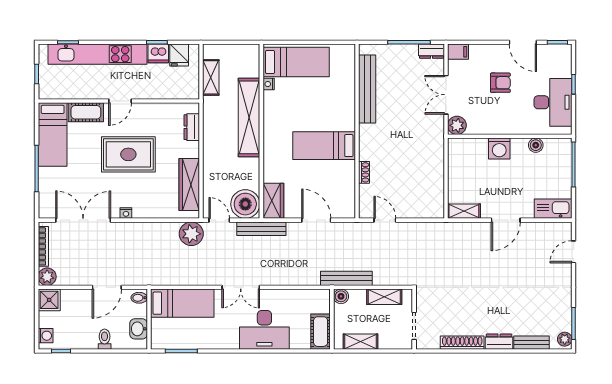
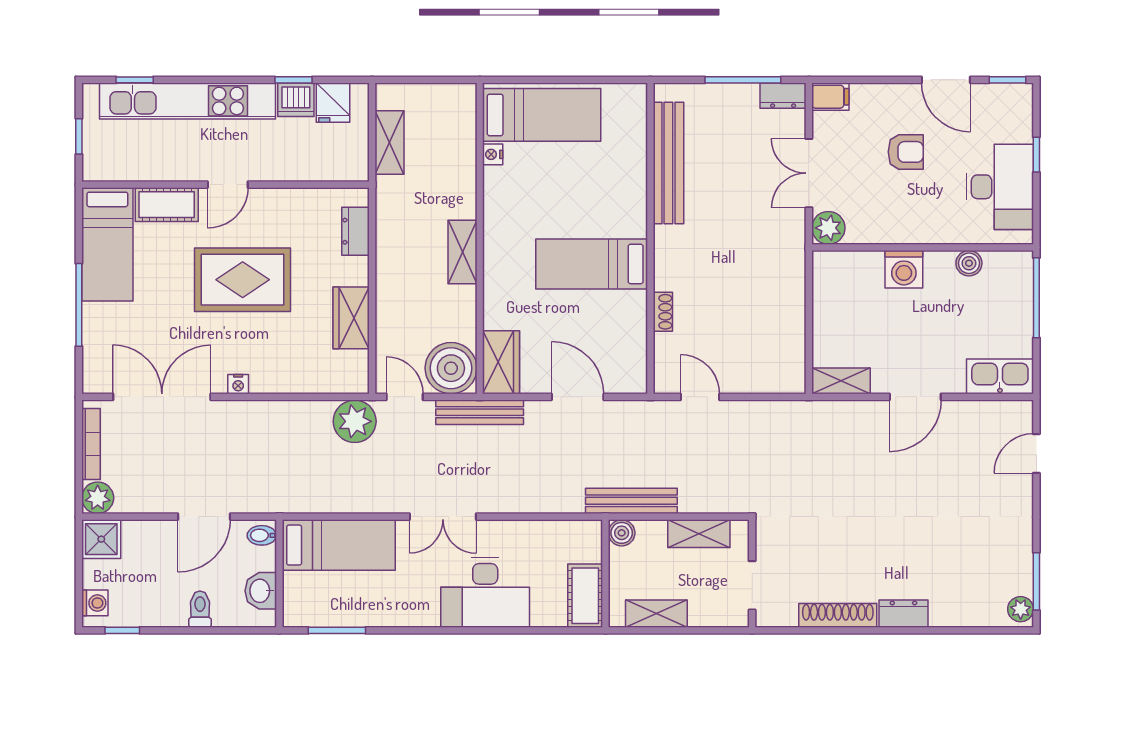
shelving: (249, 117) -> (462, 252), width x0.45, depth x0.75
wardrobe: (189, 184) -> (351, 318), width x0.67
bench: (532, 343) -> (961, 615), removed

